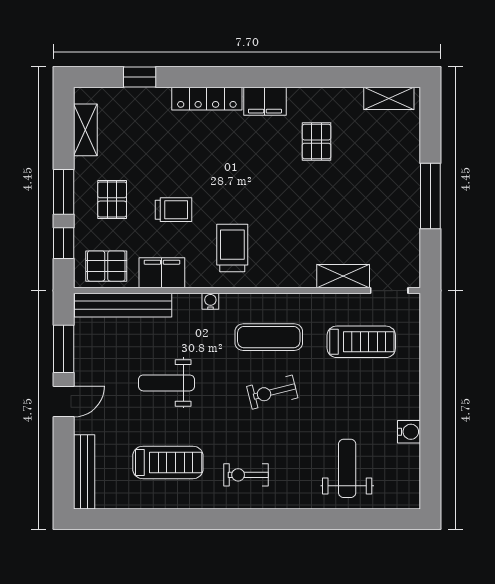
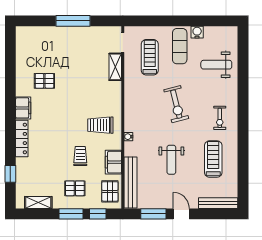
shelving: (389, 98) -> (22, 43), removed
exercise mat: (269, 337) -> (180, 46), moved
exercise bike: (272, 392) -> (176, 104), width x1.38, depth x1.39

